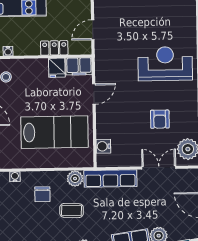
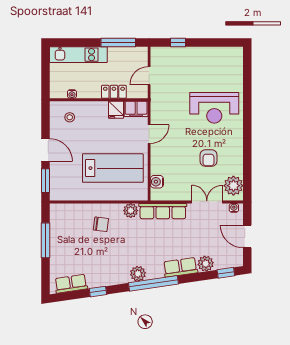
reception desk: (165, 64) -> (214, 108), turned 180
water cooler: (15, 177) -> (234, 208), moved
chair: (42, 194) -> (101, 224), turned -83
coffee table: (72, 211) -> (127, 239), removed

